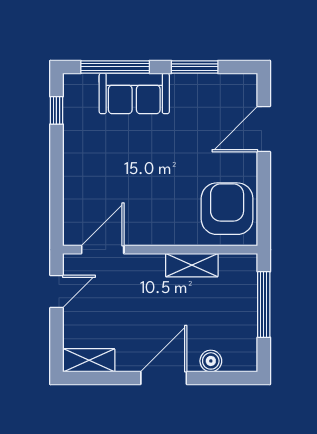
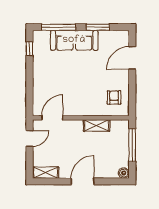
sofa: (134, 93) -> (74, 40), width x1.36
armchair: (227, 209) -> (114, 97), width x0.53, depth x0.53
boiler: (211, 361) -> (124, 173), moved

